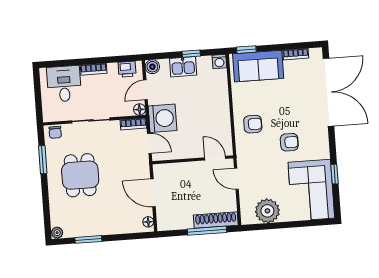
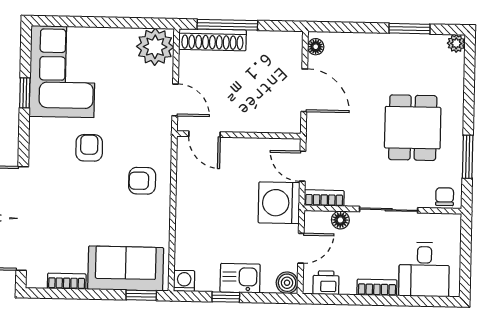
floor lamp: (139, 109) -> (340, 220), moved
armchair: (289, 142) -> (89, 148), turned 90
plant: (267, 211) -> (155, 47), moved

